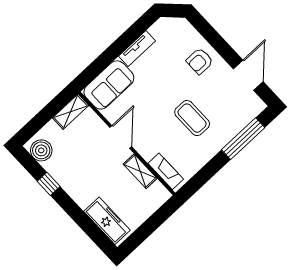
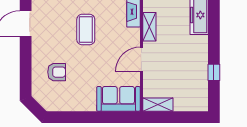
tv unit: (137, 49) -> (80, 105), removed
armchair: (200, 61) -> (57, 72), moved
boiler: (41, 150) -> (199, 98), removed

